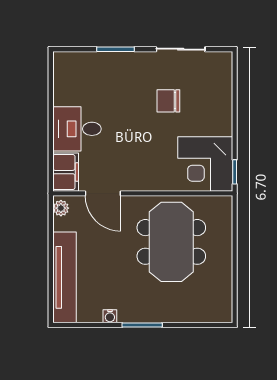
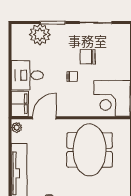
plant: (96, 67) -> (40, 34), added
chair: (145, 131) -> (72, 76), added
door: (103, 193) -> (44, 118), swing flipped

